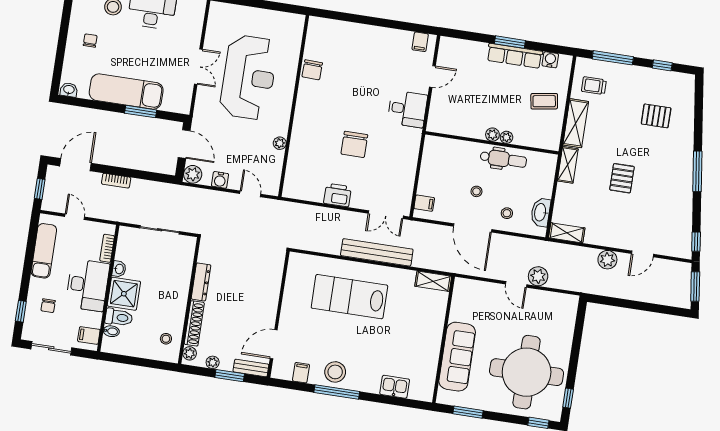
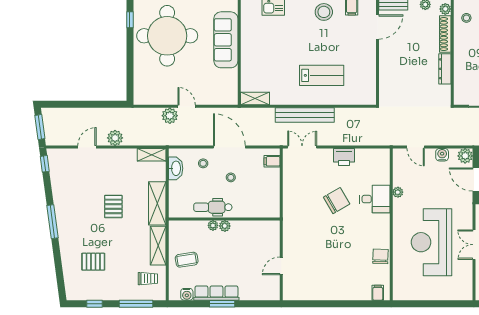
filing cabinet: (420, 42) -> (378, 293), moved
desk: (407, 109) -> (375, 199), moved, turned 180
chair: (354, 144) -> (337, 201), turned 60
shelving: (568, 165) -> (157, 203), width x1.50, depth x1.33
lab bench: (349, 297) -> (322, 75), width x0.73, depth x0.72

